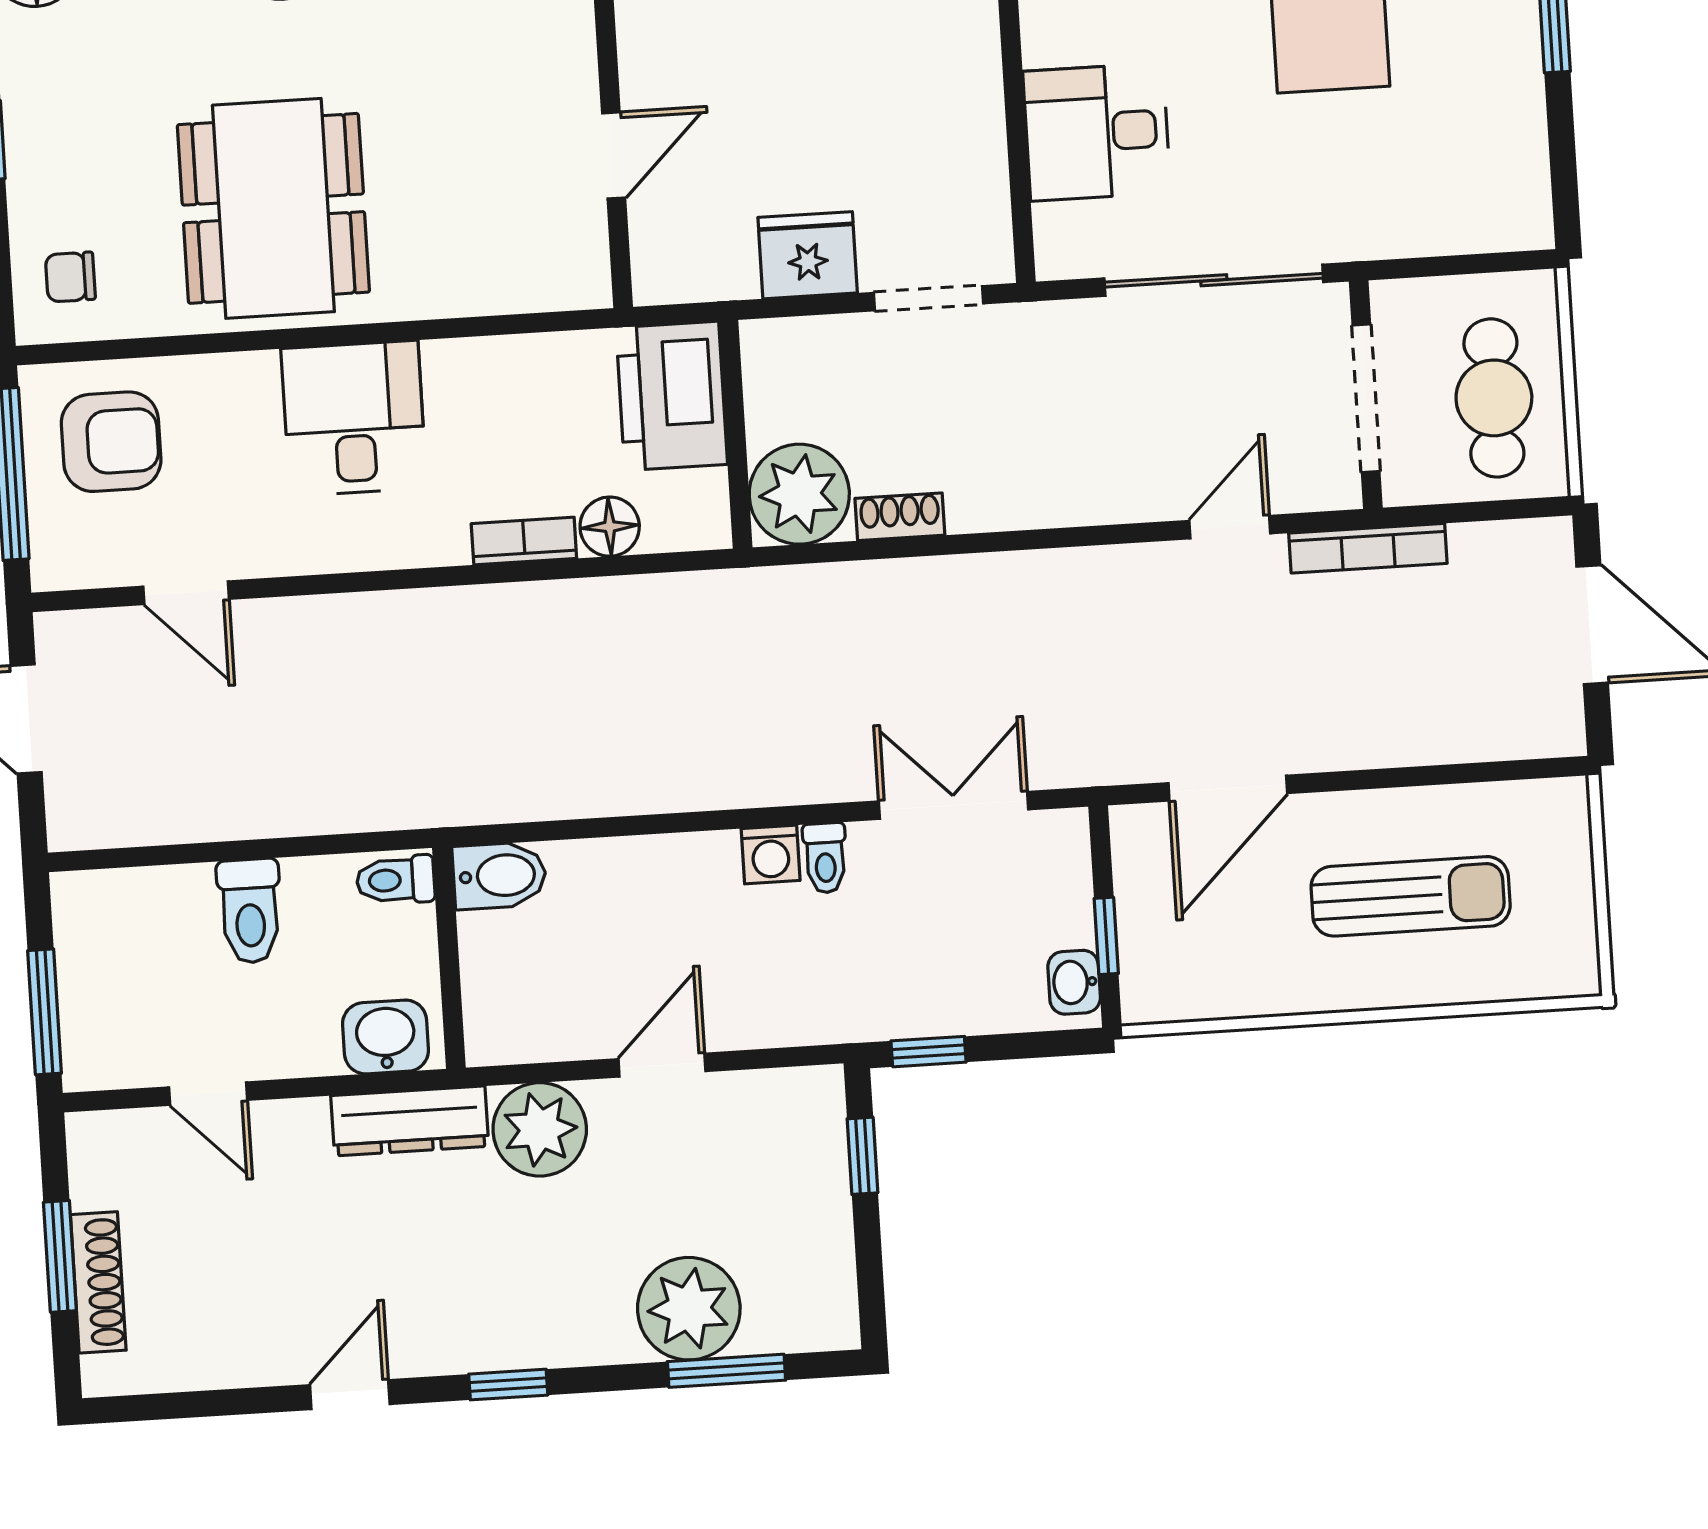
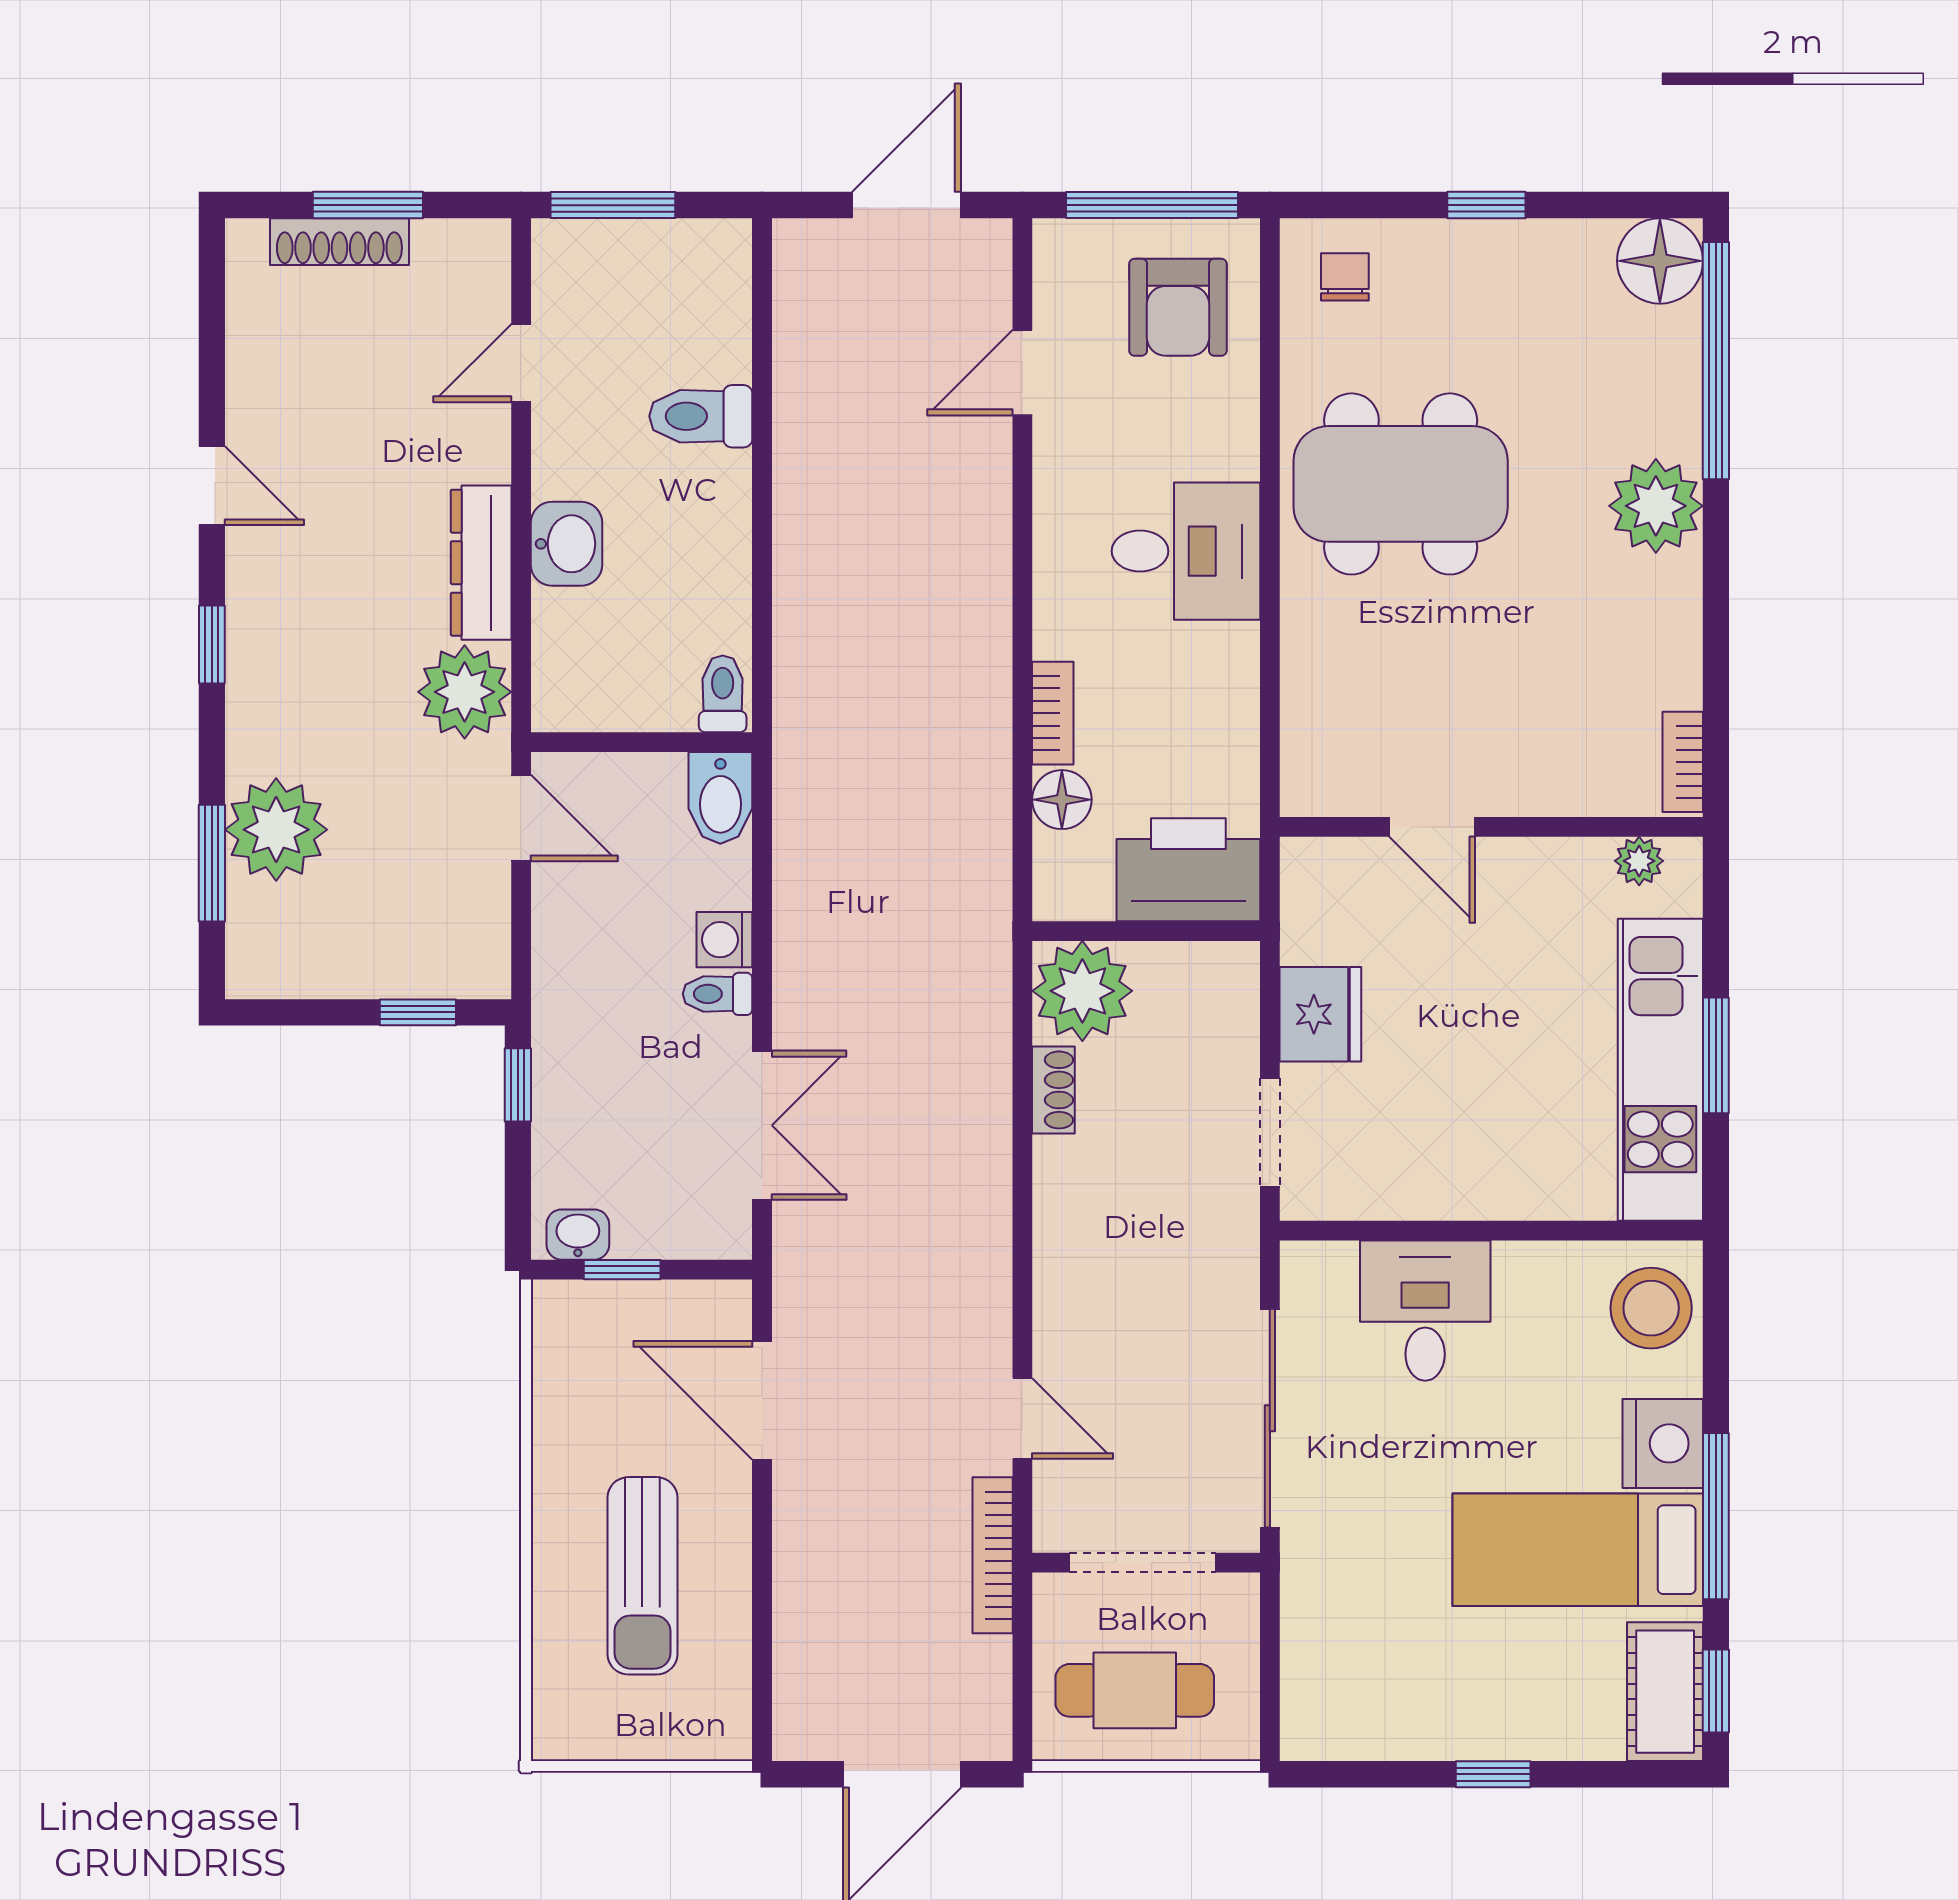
bidet: (499, 876) -> (720, 798), moved
toilet: (396, 880) -> (723, 694), moved
wall: (449, 958) -> (642, 742), moved

